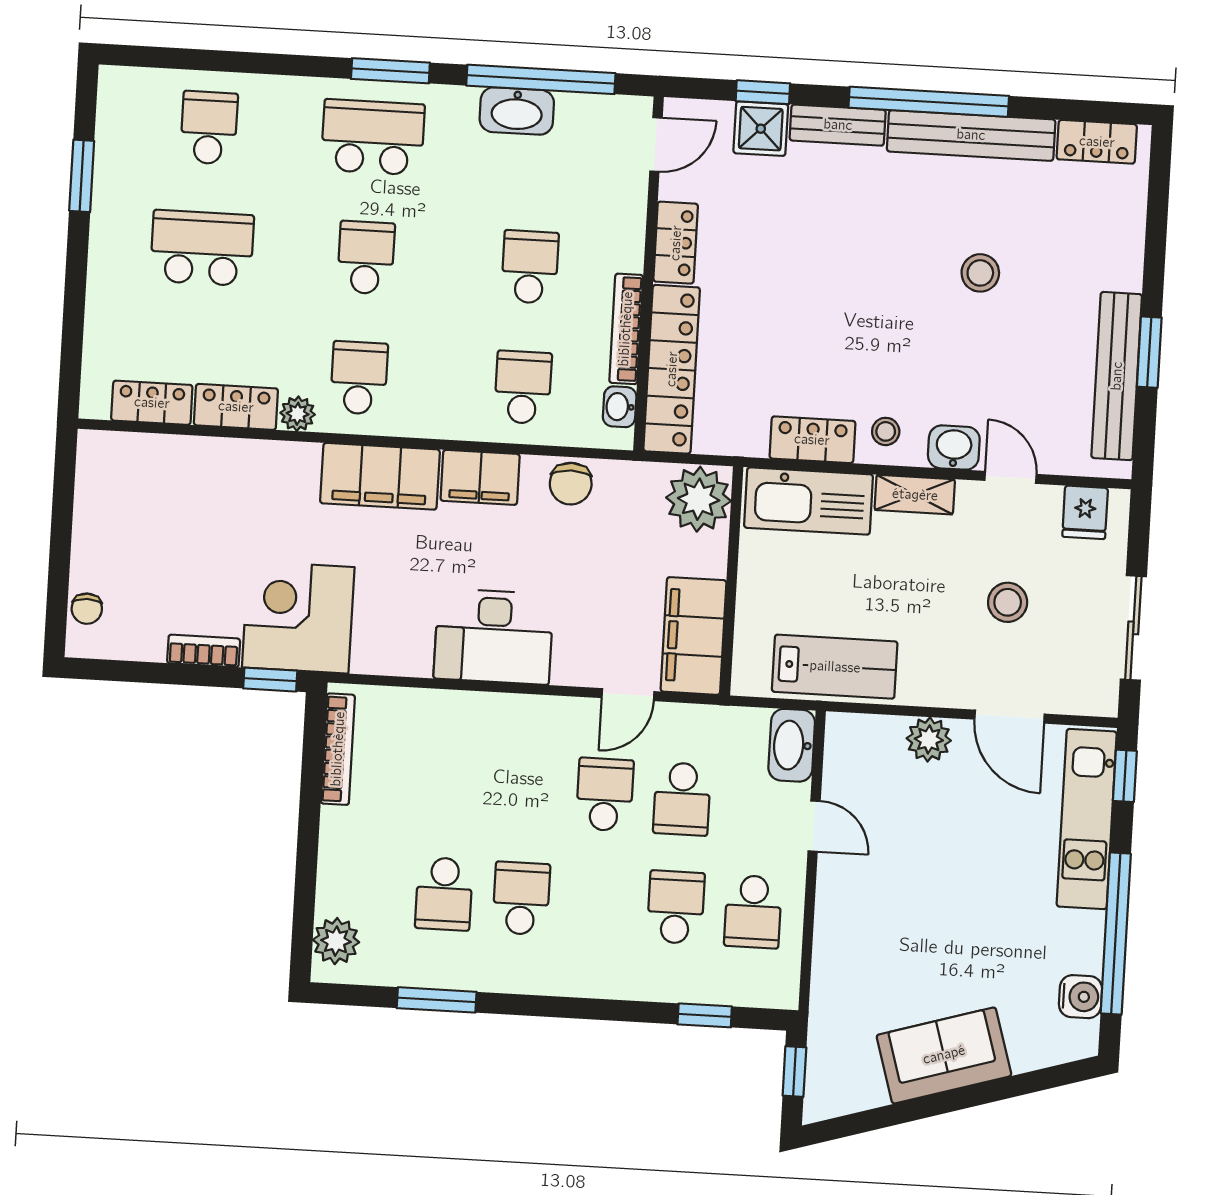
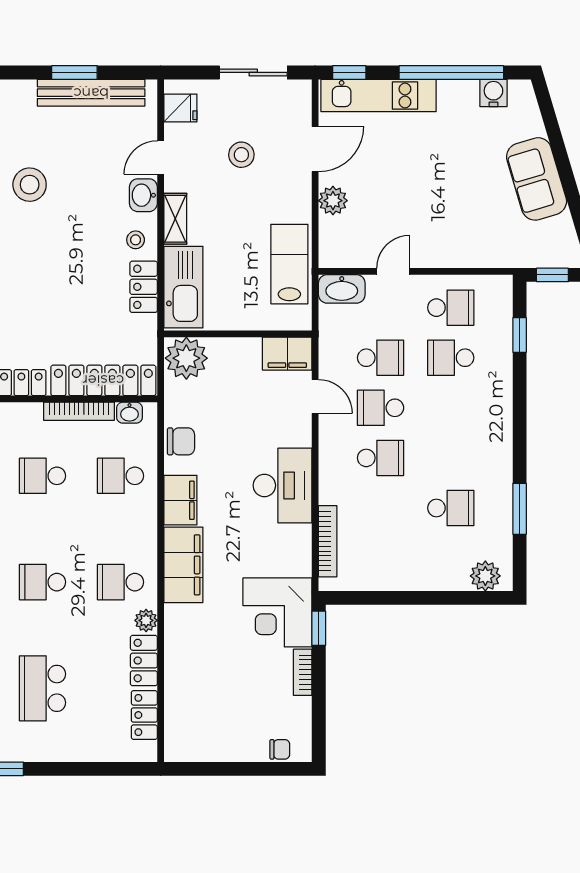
stool: (980, 273) -> (30, 185), width x1.38, depth x1.38
filing cabinet: (694, 636) -> (287, 354), width x0.67, depth x0.86
bookcase: (338, 749) -> (328, 541), moved, turned 90
school desk: (521, 898) -> (381, 458), moved, turned 180

